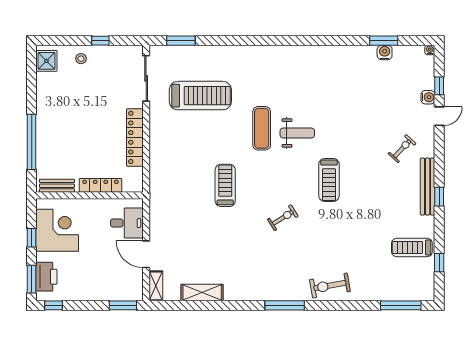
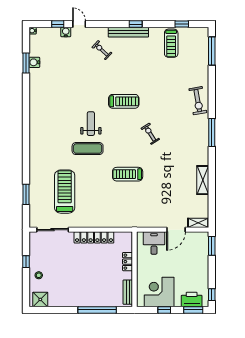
window: (181, 41) -> (26, 194), moved
locker: (100, 185) -> (128, 262), width x0.66
shelving: (202, 293) -> (203, 180), moved

